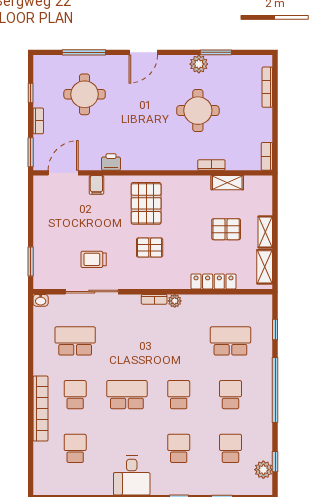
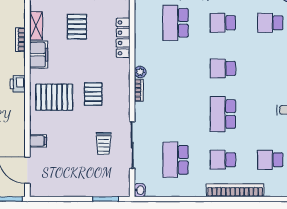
printer: (111, 162) -> (18, 84), moved
filing cabinet: (194, 186) -> (39, 55), added
school desk: (179, 448) -> (270, 68), removed

